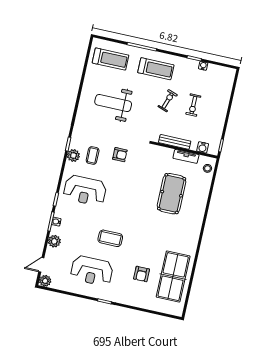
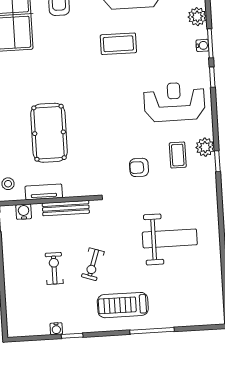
treadmill: (111, 59) -> (192, 300), removed

